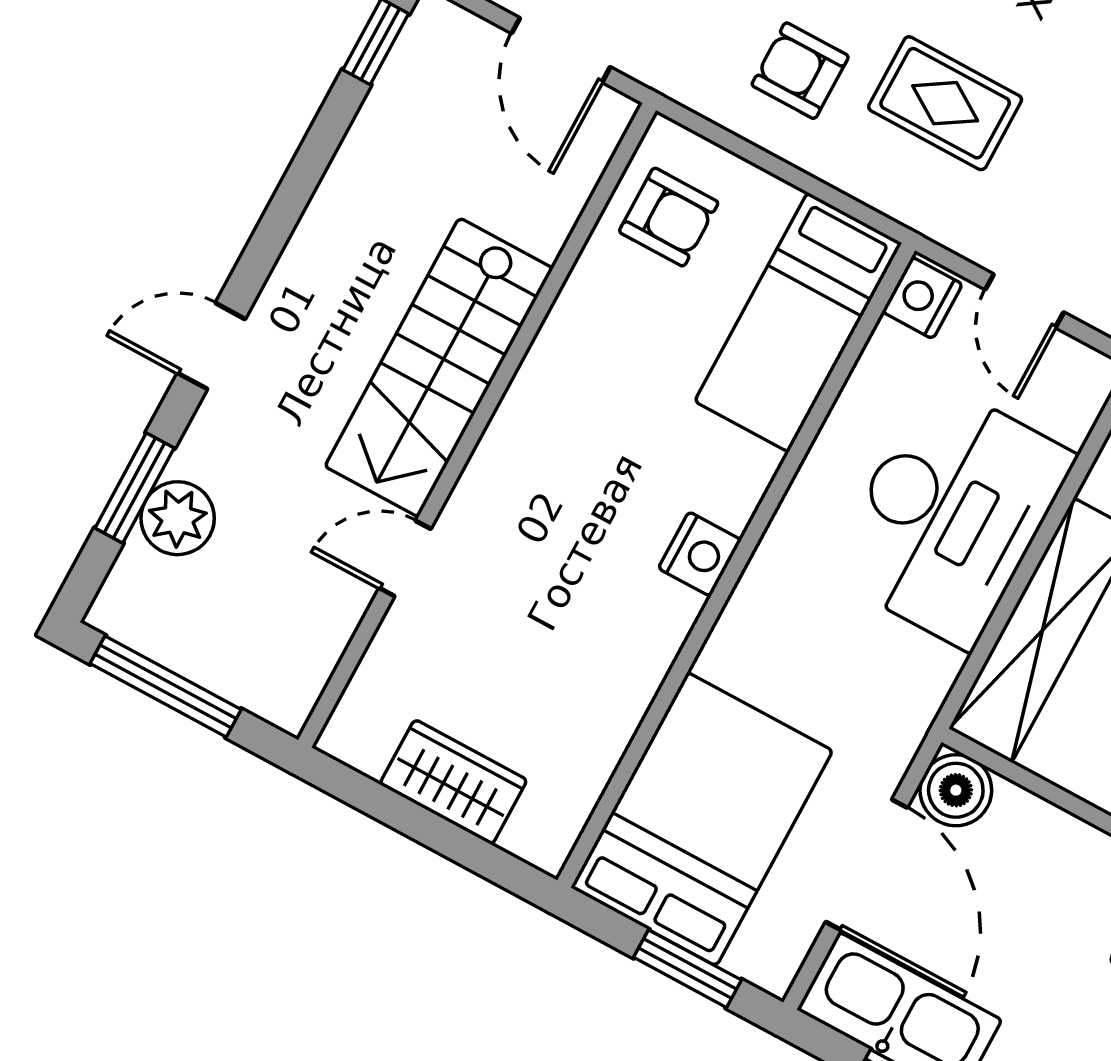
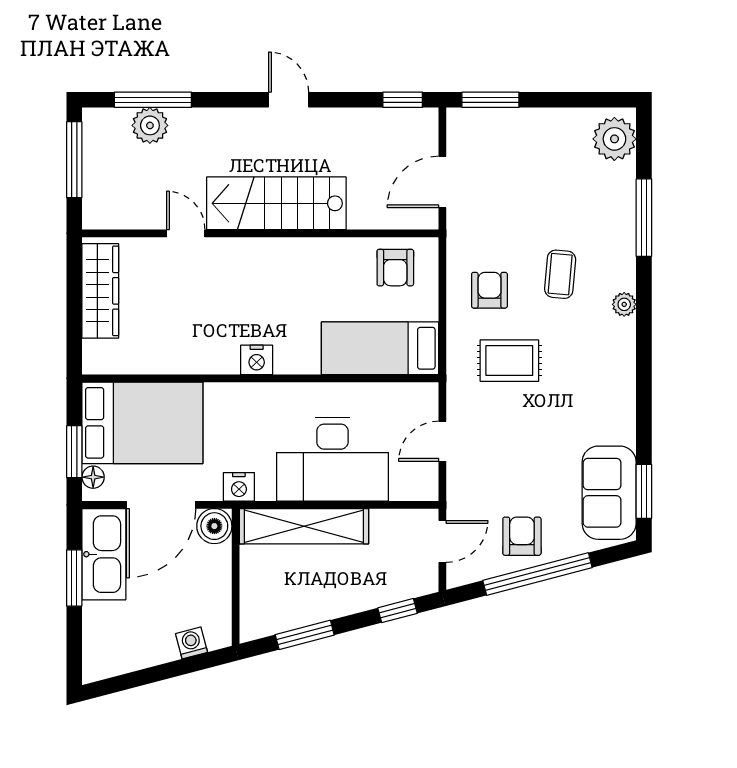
rug: (945, 103) -> (509, 361), turned 90
nightstand: (922, 298) -> (239, 487), moved, turned 180
door: (211, 346) -> (289, 100), moved
window: (135, 488) -> (153, 100), width x1.44
wardrobe: (453, 782) -> (100, 291), width x1.50
floor lamp: (751, 960) -> (93, 477), added

